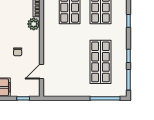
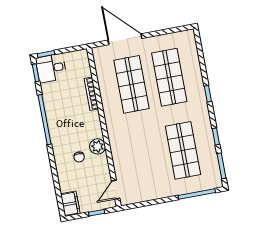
plant: (34, 24) -> (98, 146), moved
door: (42, 72) -> (116, 190), moved

